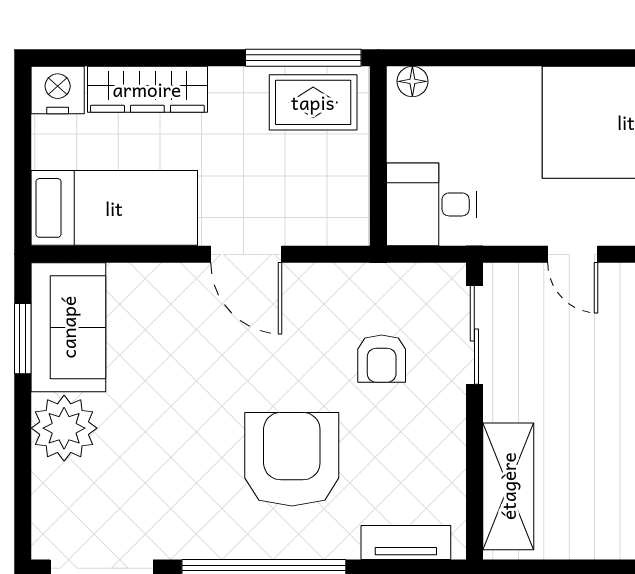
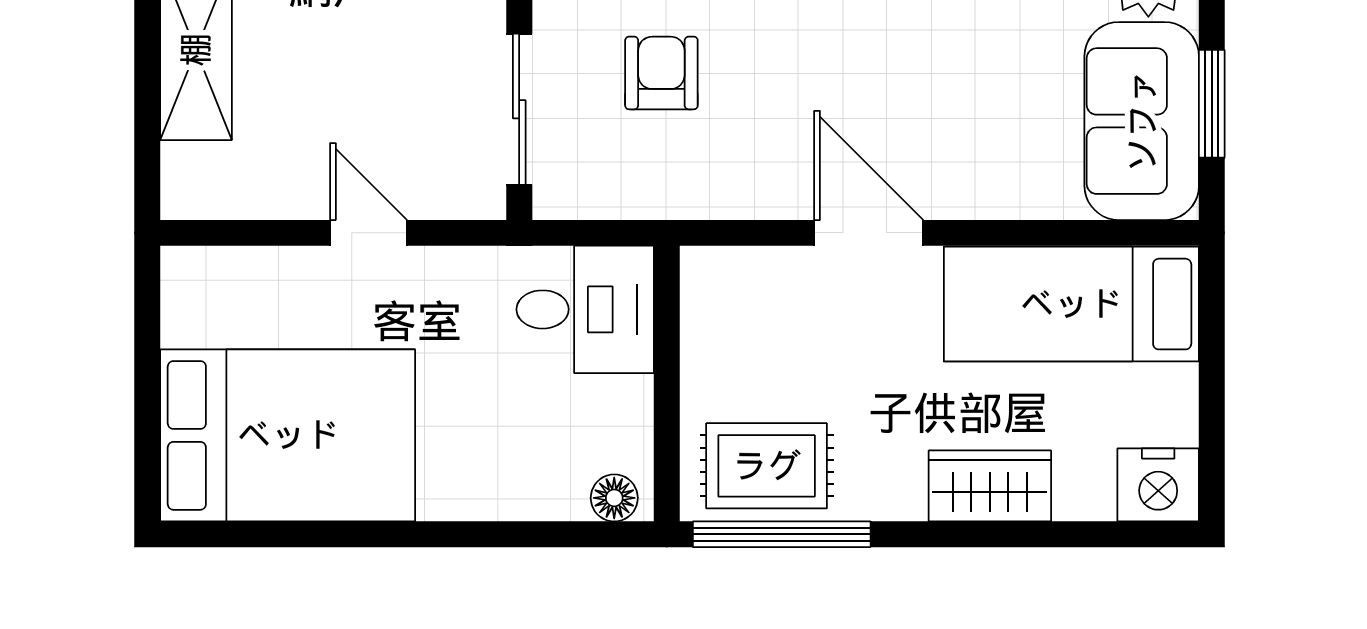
wardrobe: (147, 89) -> (990, 486), width x0.67

